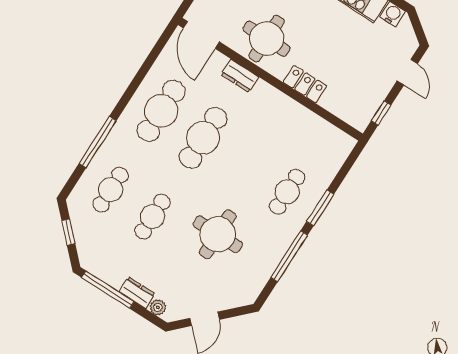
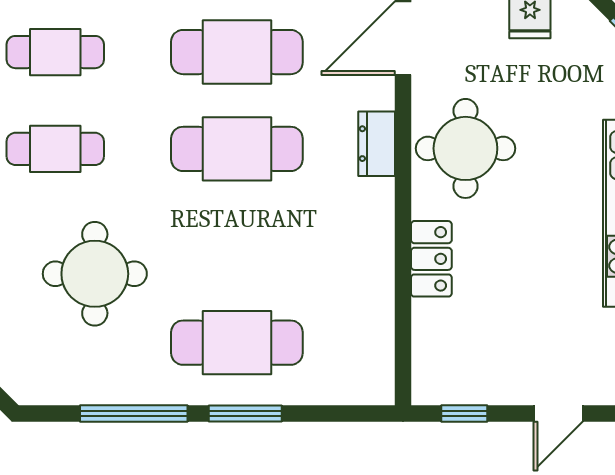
cafe table: (287, 192) -> (237, 343), width x1.37, depth x1.35

